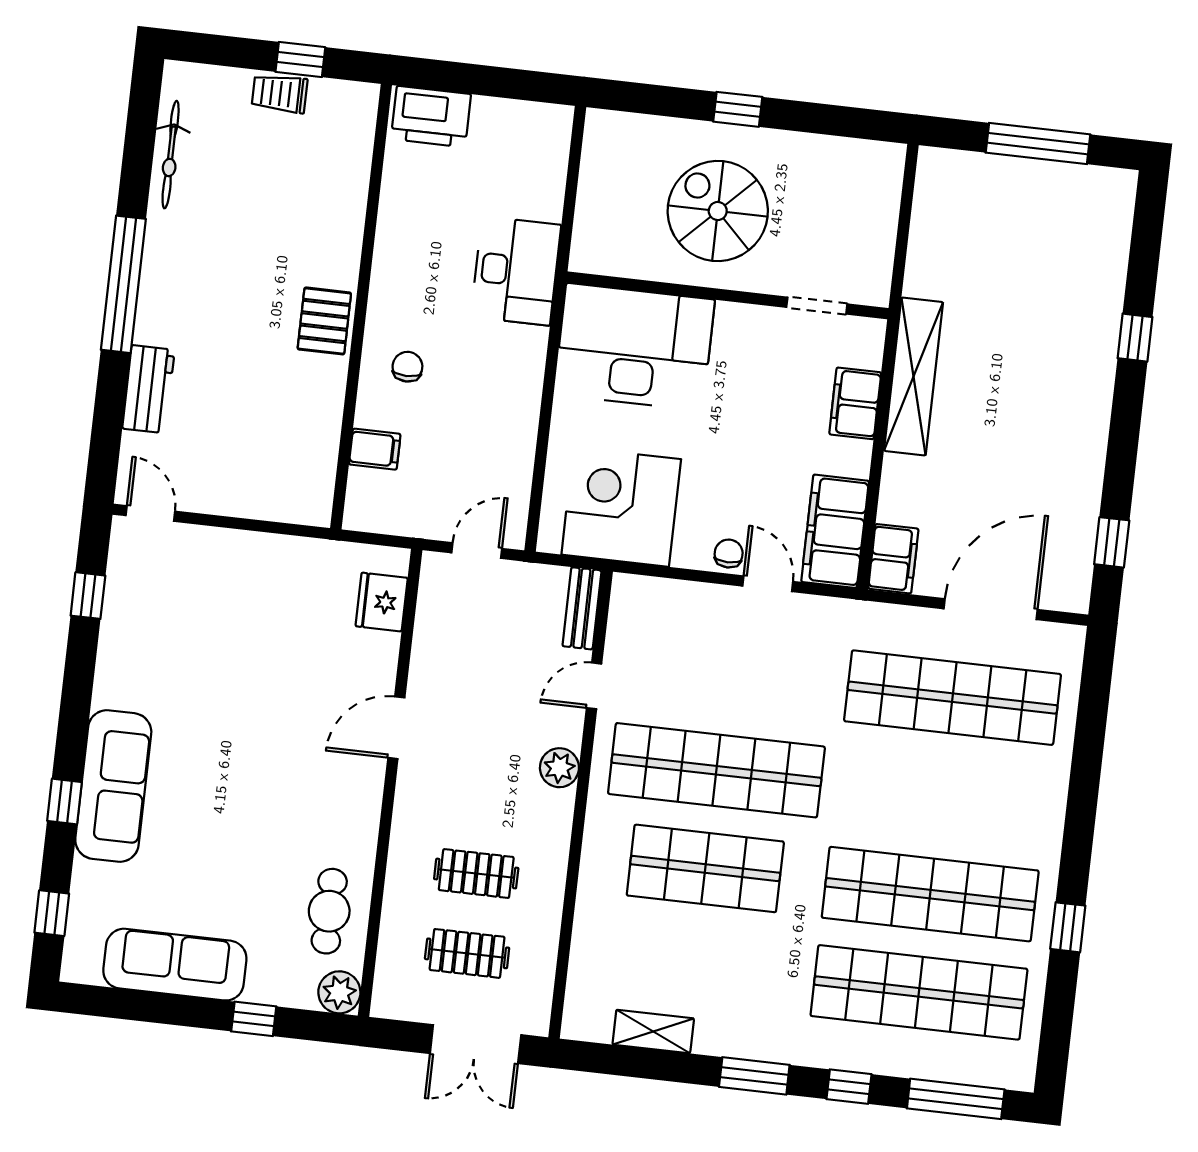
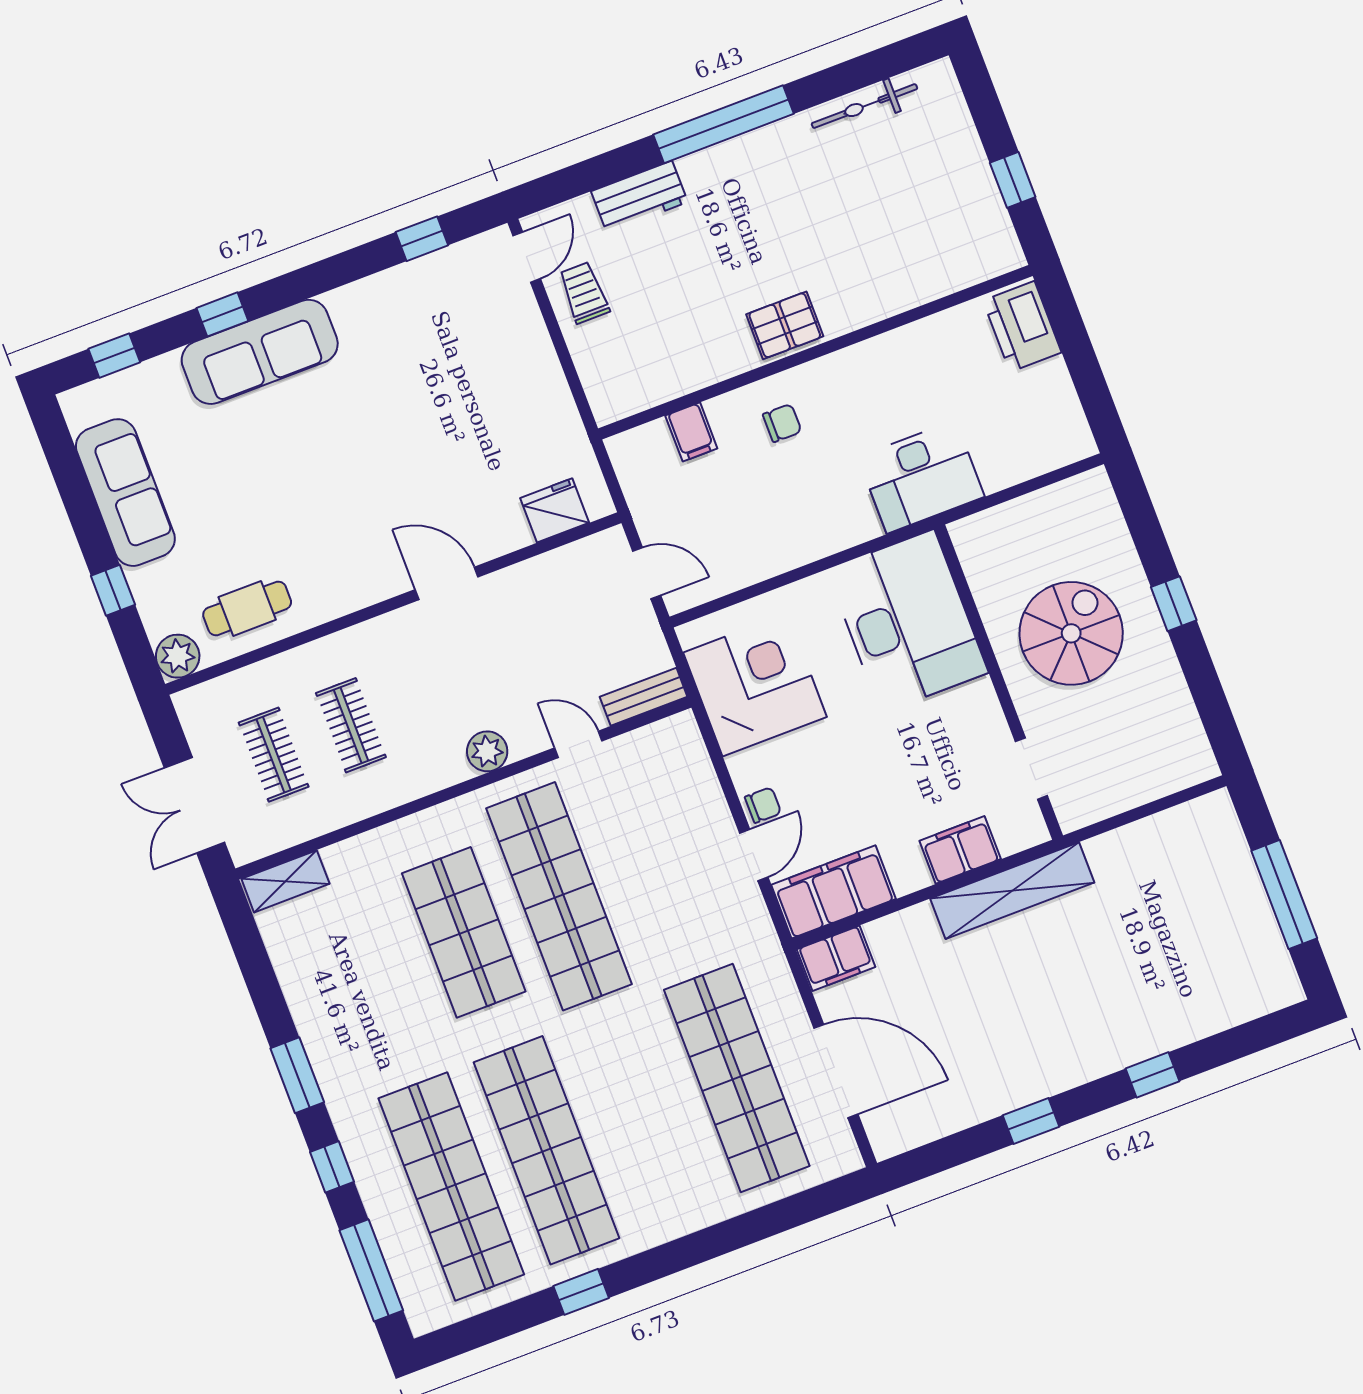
trolley: (280, 93) -> (584, 293), moved
window: (1112, 542) -> (1031, 1121), moved
shelving: (653, 1032) -> (285, 881), moved, turned 90

